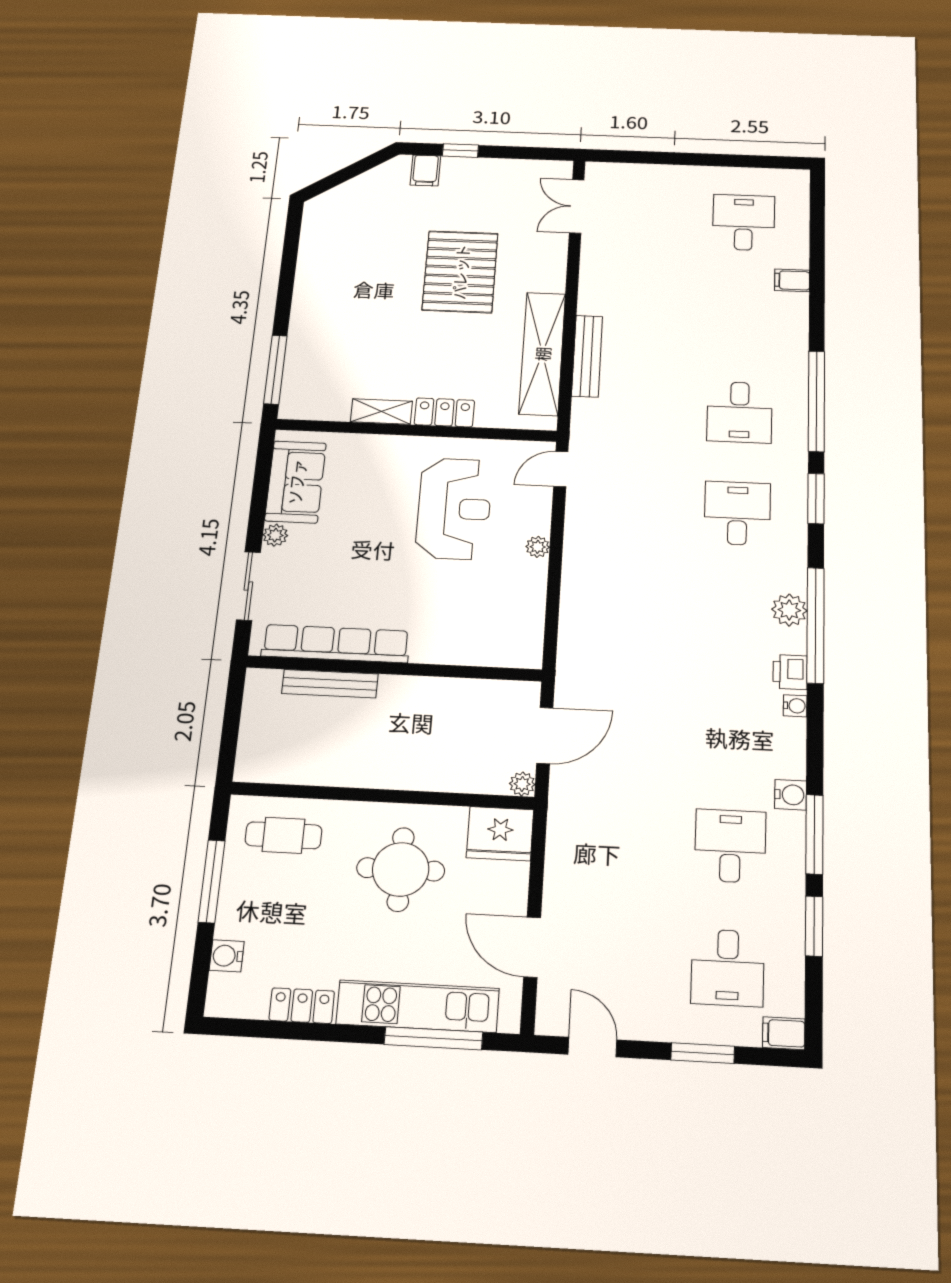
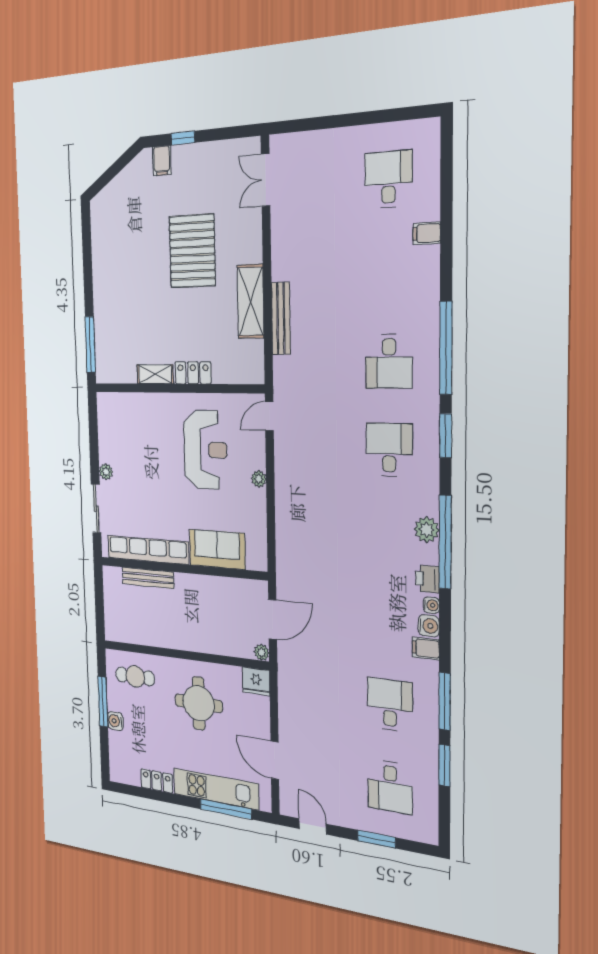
shelving: (542, 354) -> (251, 301), width x0.68
sofa: (296, 482) -> (217, 549), moved, turned -90
water cooler: (791, 795) -> (429, 626), moved
fridge: (500, 834) -> (256, 681), width x0.73, depth x0.75
water cooler: (227, 956) -> (115, 721), moved
filing cabinet: (784, 1033) -> (426, 648), moved

